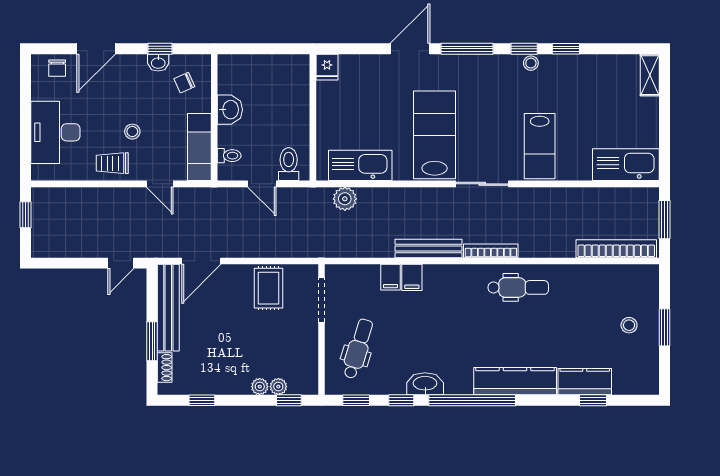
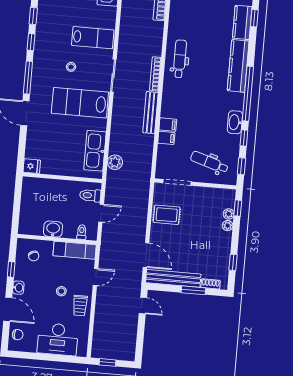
washbasin: (158, 63) -> (18, 288), moved
stool: (531, 63) -> (71, 67), moved

